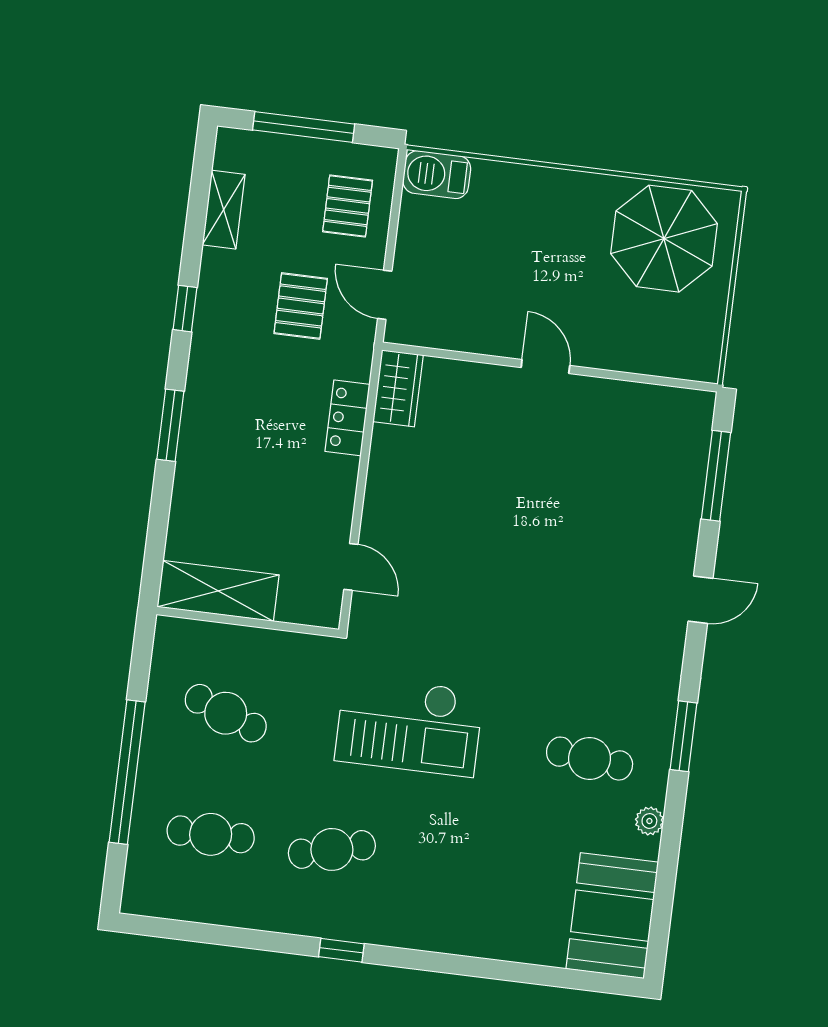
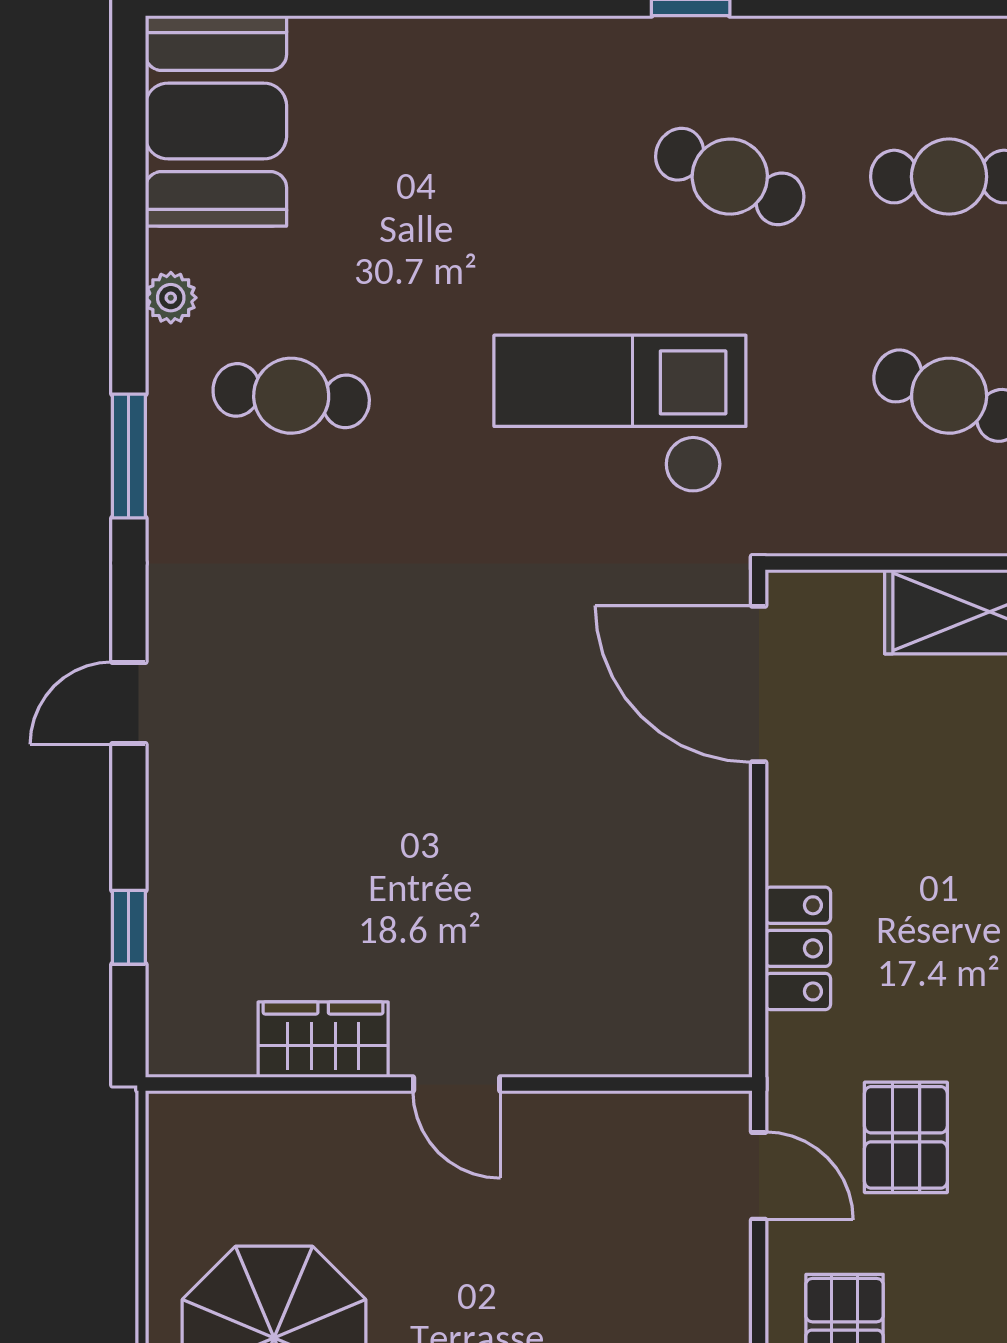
wardrobe: (398, 388) -> (323, 1040), moved, turned 90
window: (716, 476) -> (129, 927), width x0.46
door: (351, 567) -> (759, 684), width x1.88
cafe table: (332, 849) -> (730, 177), turned 39

